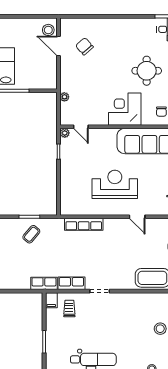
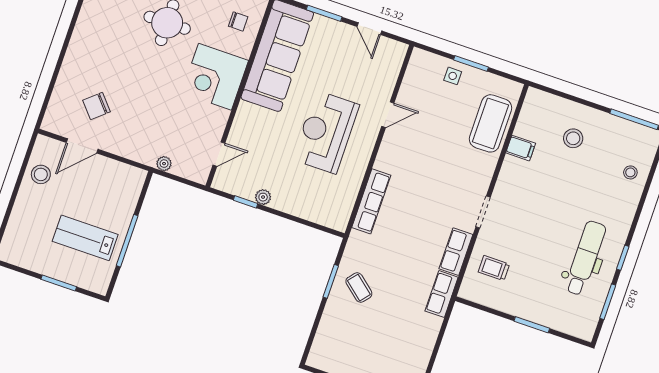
stool: (48, 30) -> (41, 174), moved
plant: (65, 133) -> (263, 197), moved
filing cabinet: (51, 300) -> (521, 148), moved

